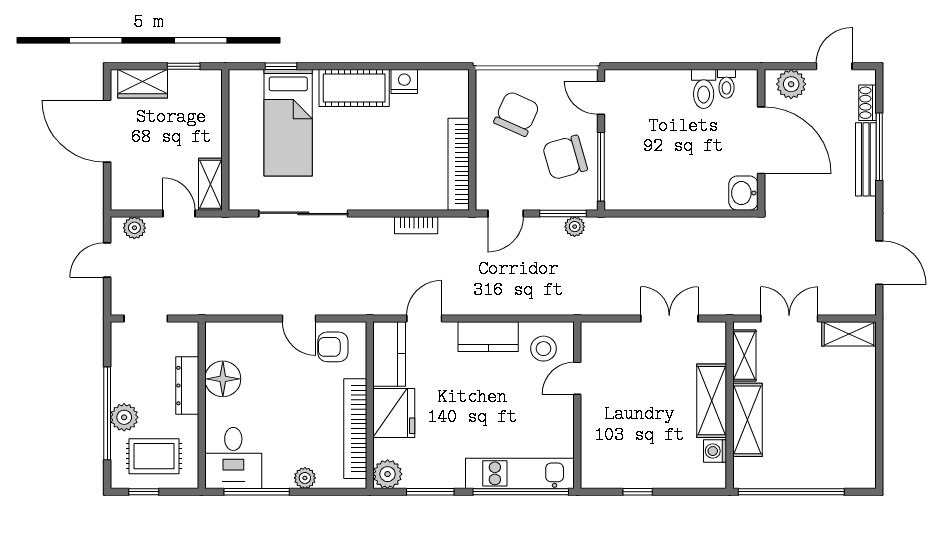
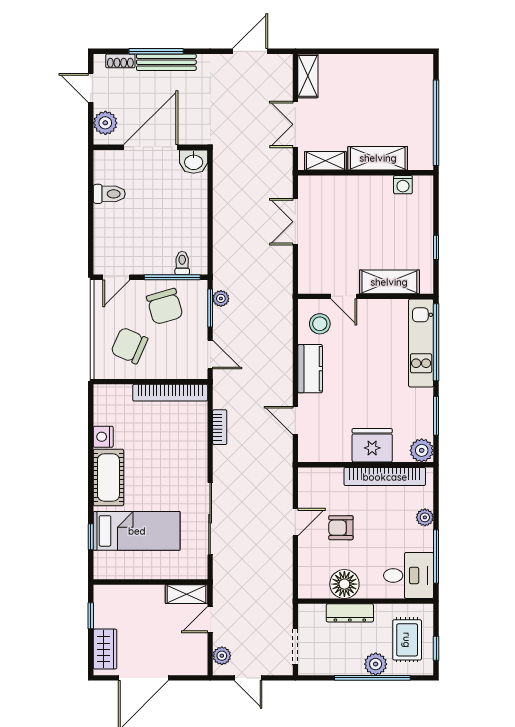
toilet: (726, 84) -> (182, 263), moved, turned -90
armchair: (333, 347) -> (341, 528), moved, turned 90
kitchen counter: (389, 354) -> (324, 449), removed
shelving: (712, 401) -> (389, 282), moved

